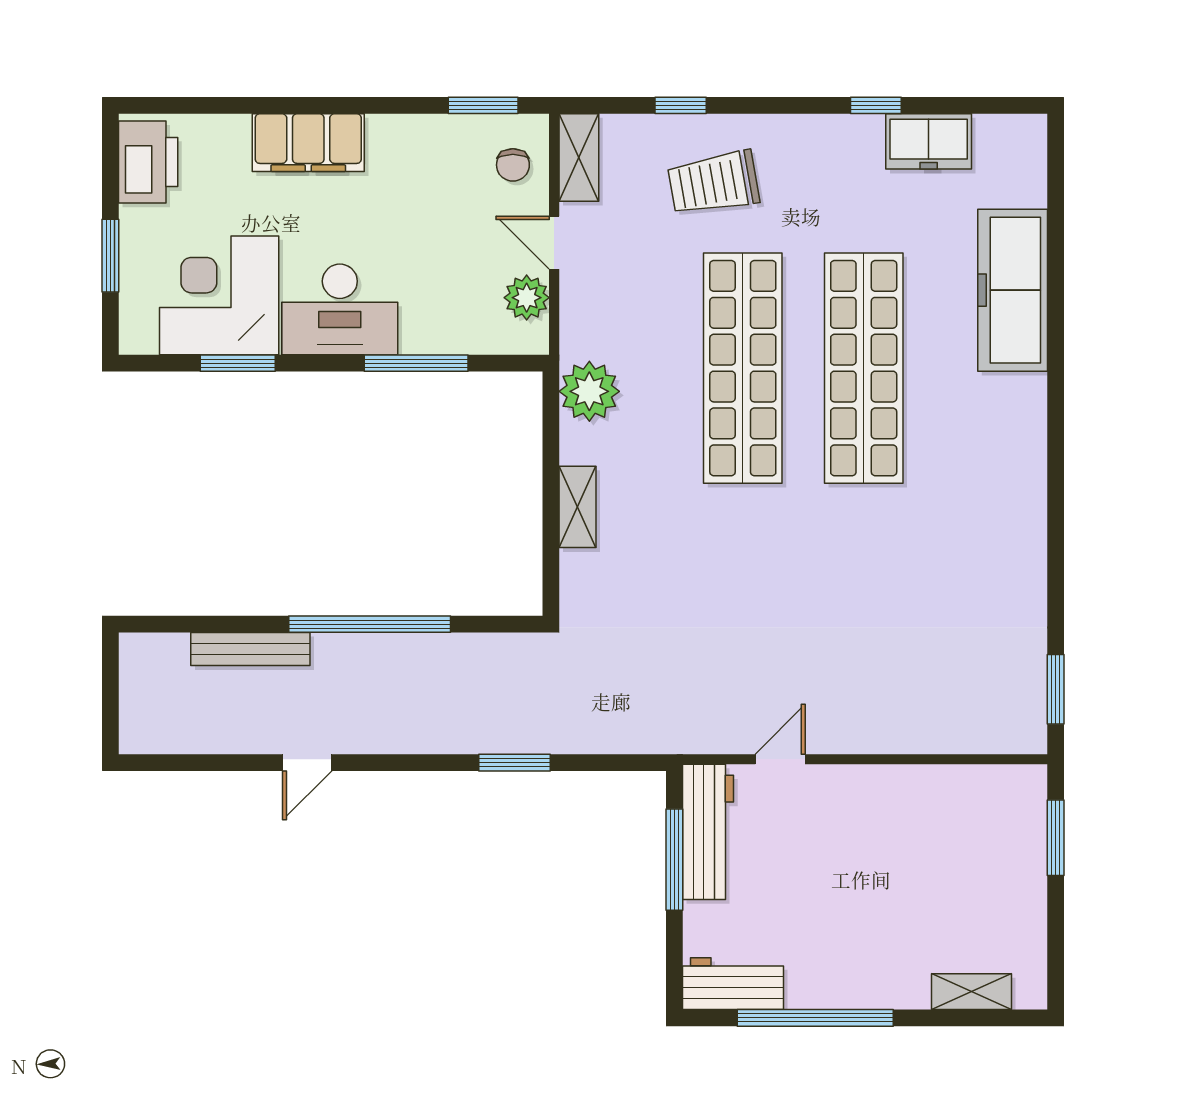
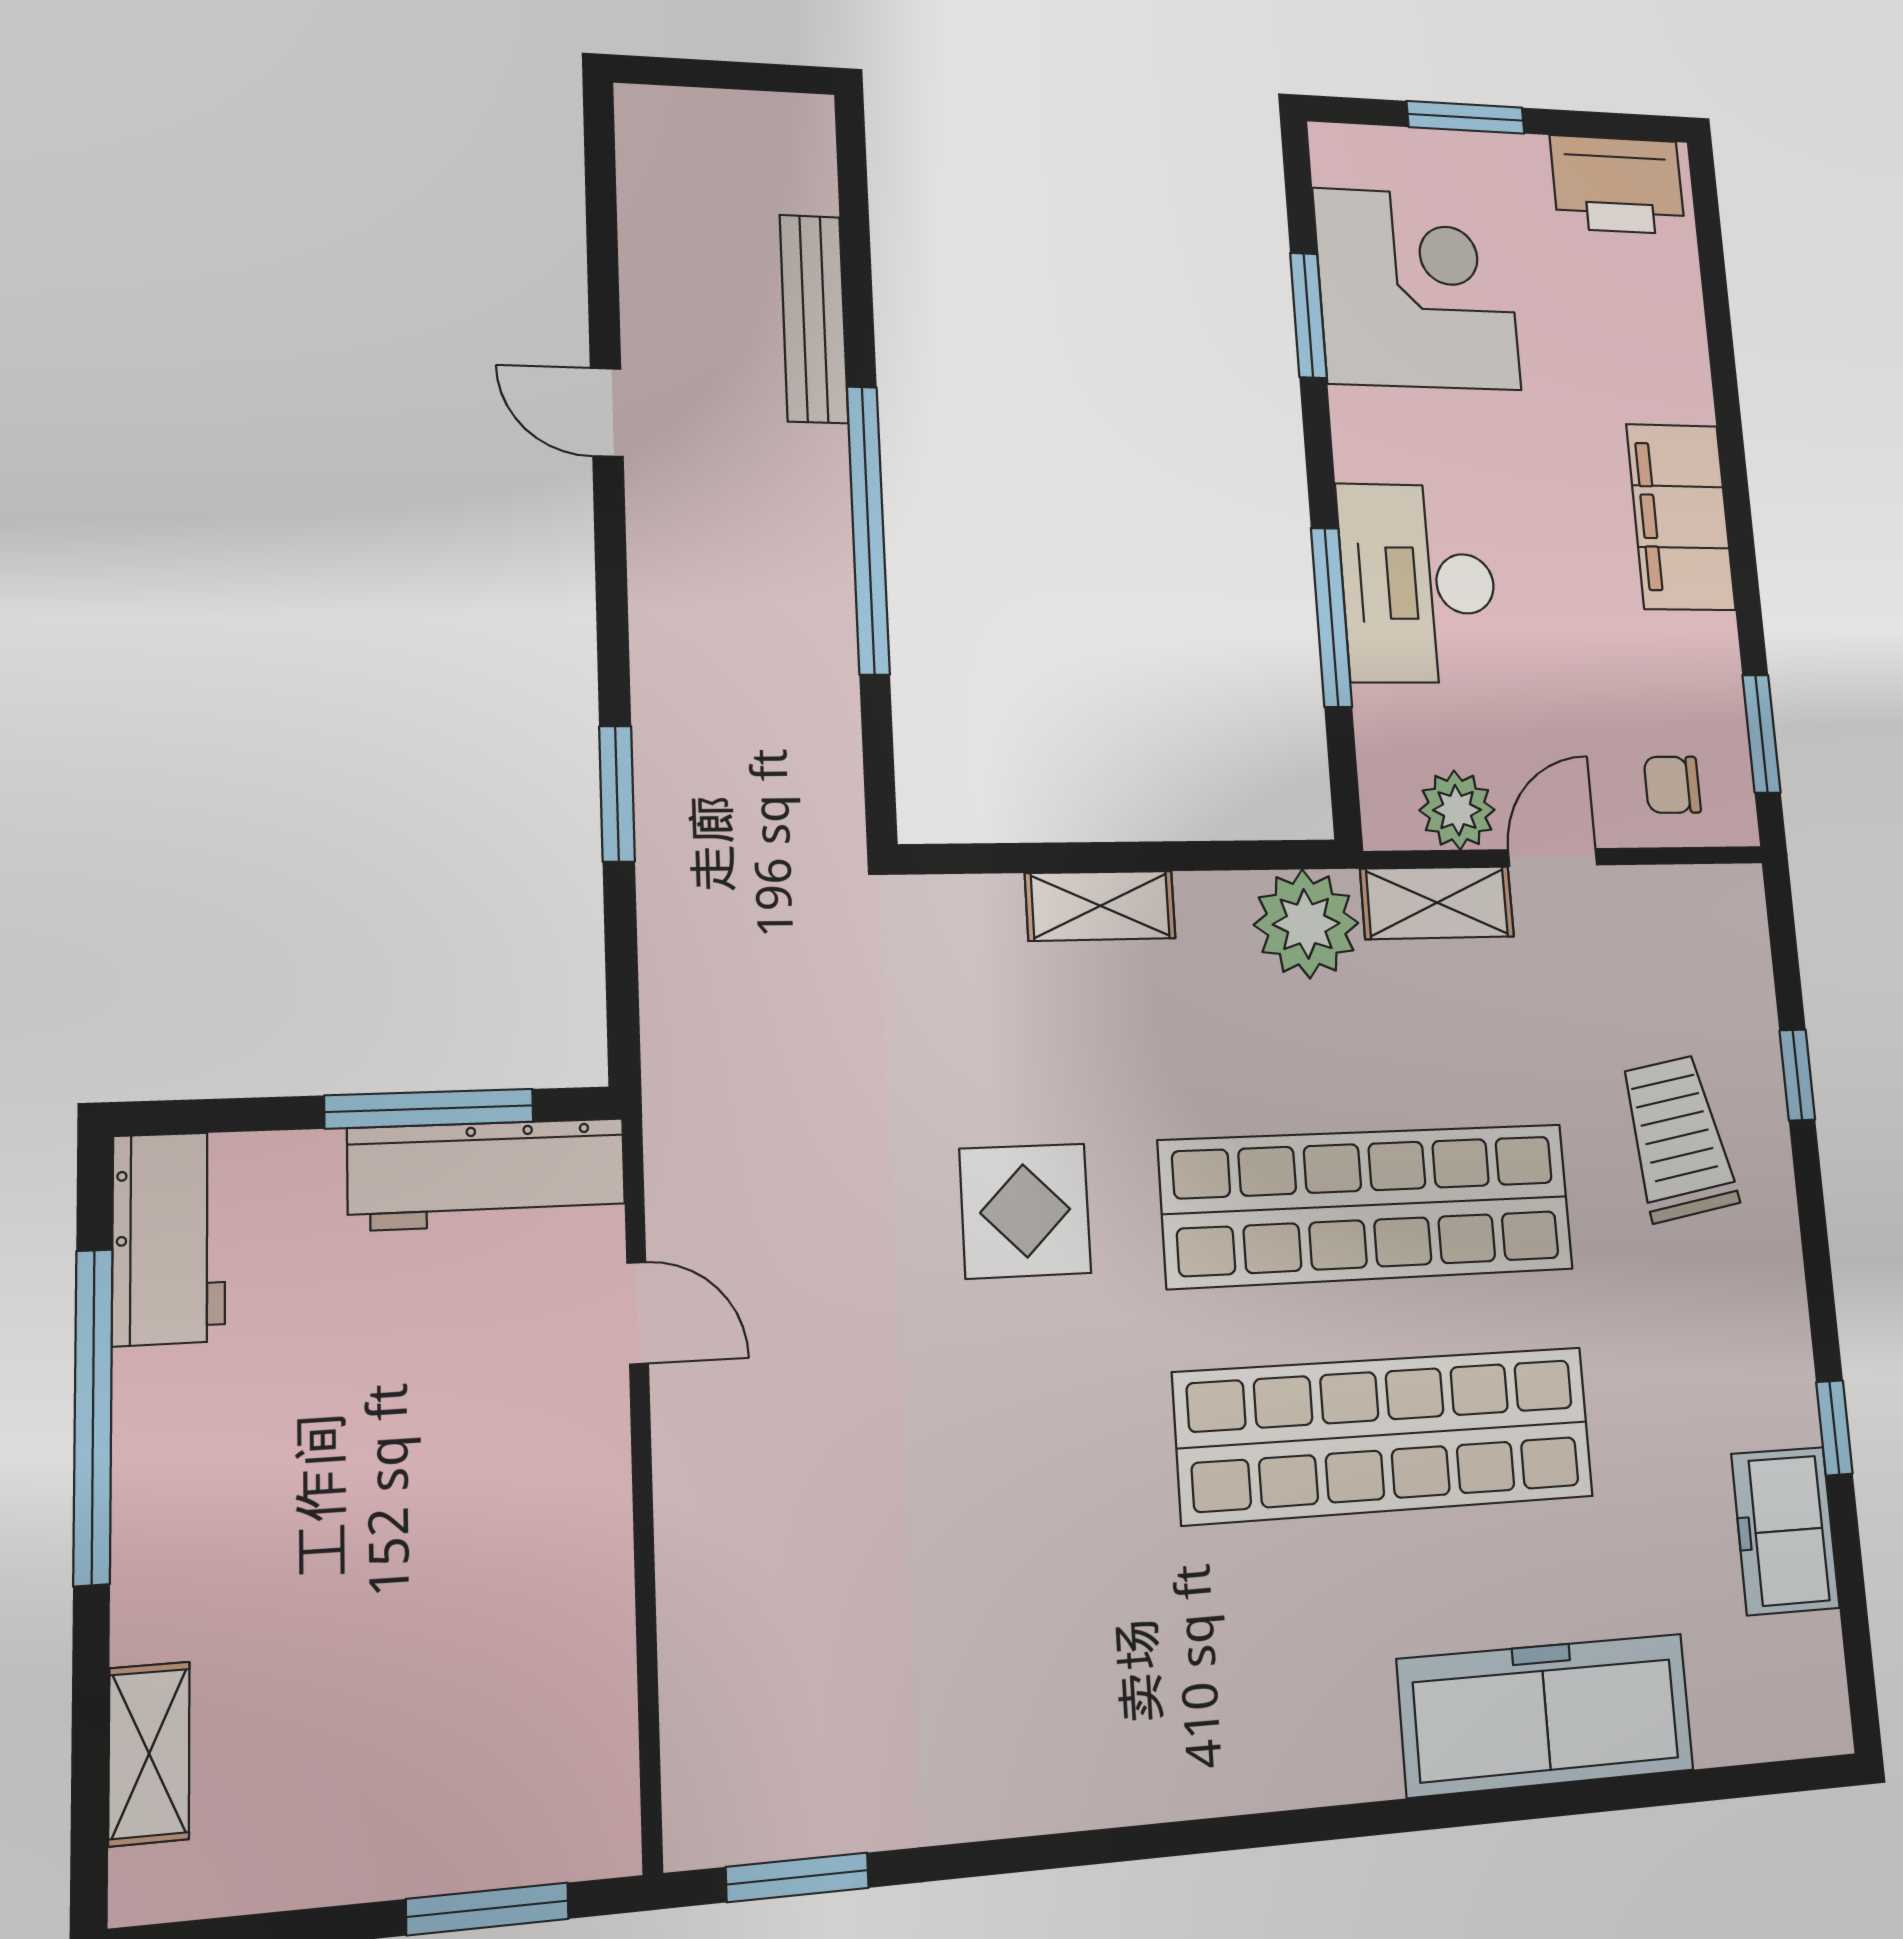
filing cabinet: (308, 143) -> (1681, 517), moved
shelving: (579, 157) -> (1437, 903), moved
desk: (340, 309) -> (1418, 583), moved
display table: (738, 557) -> (1025, 1211), added

